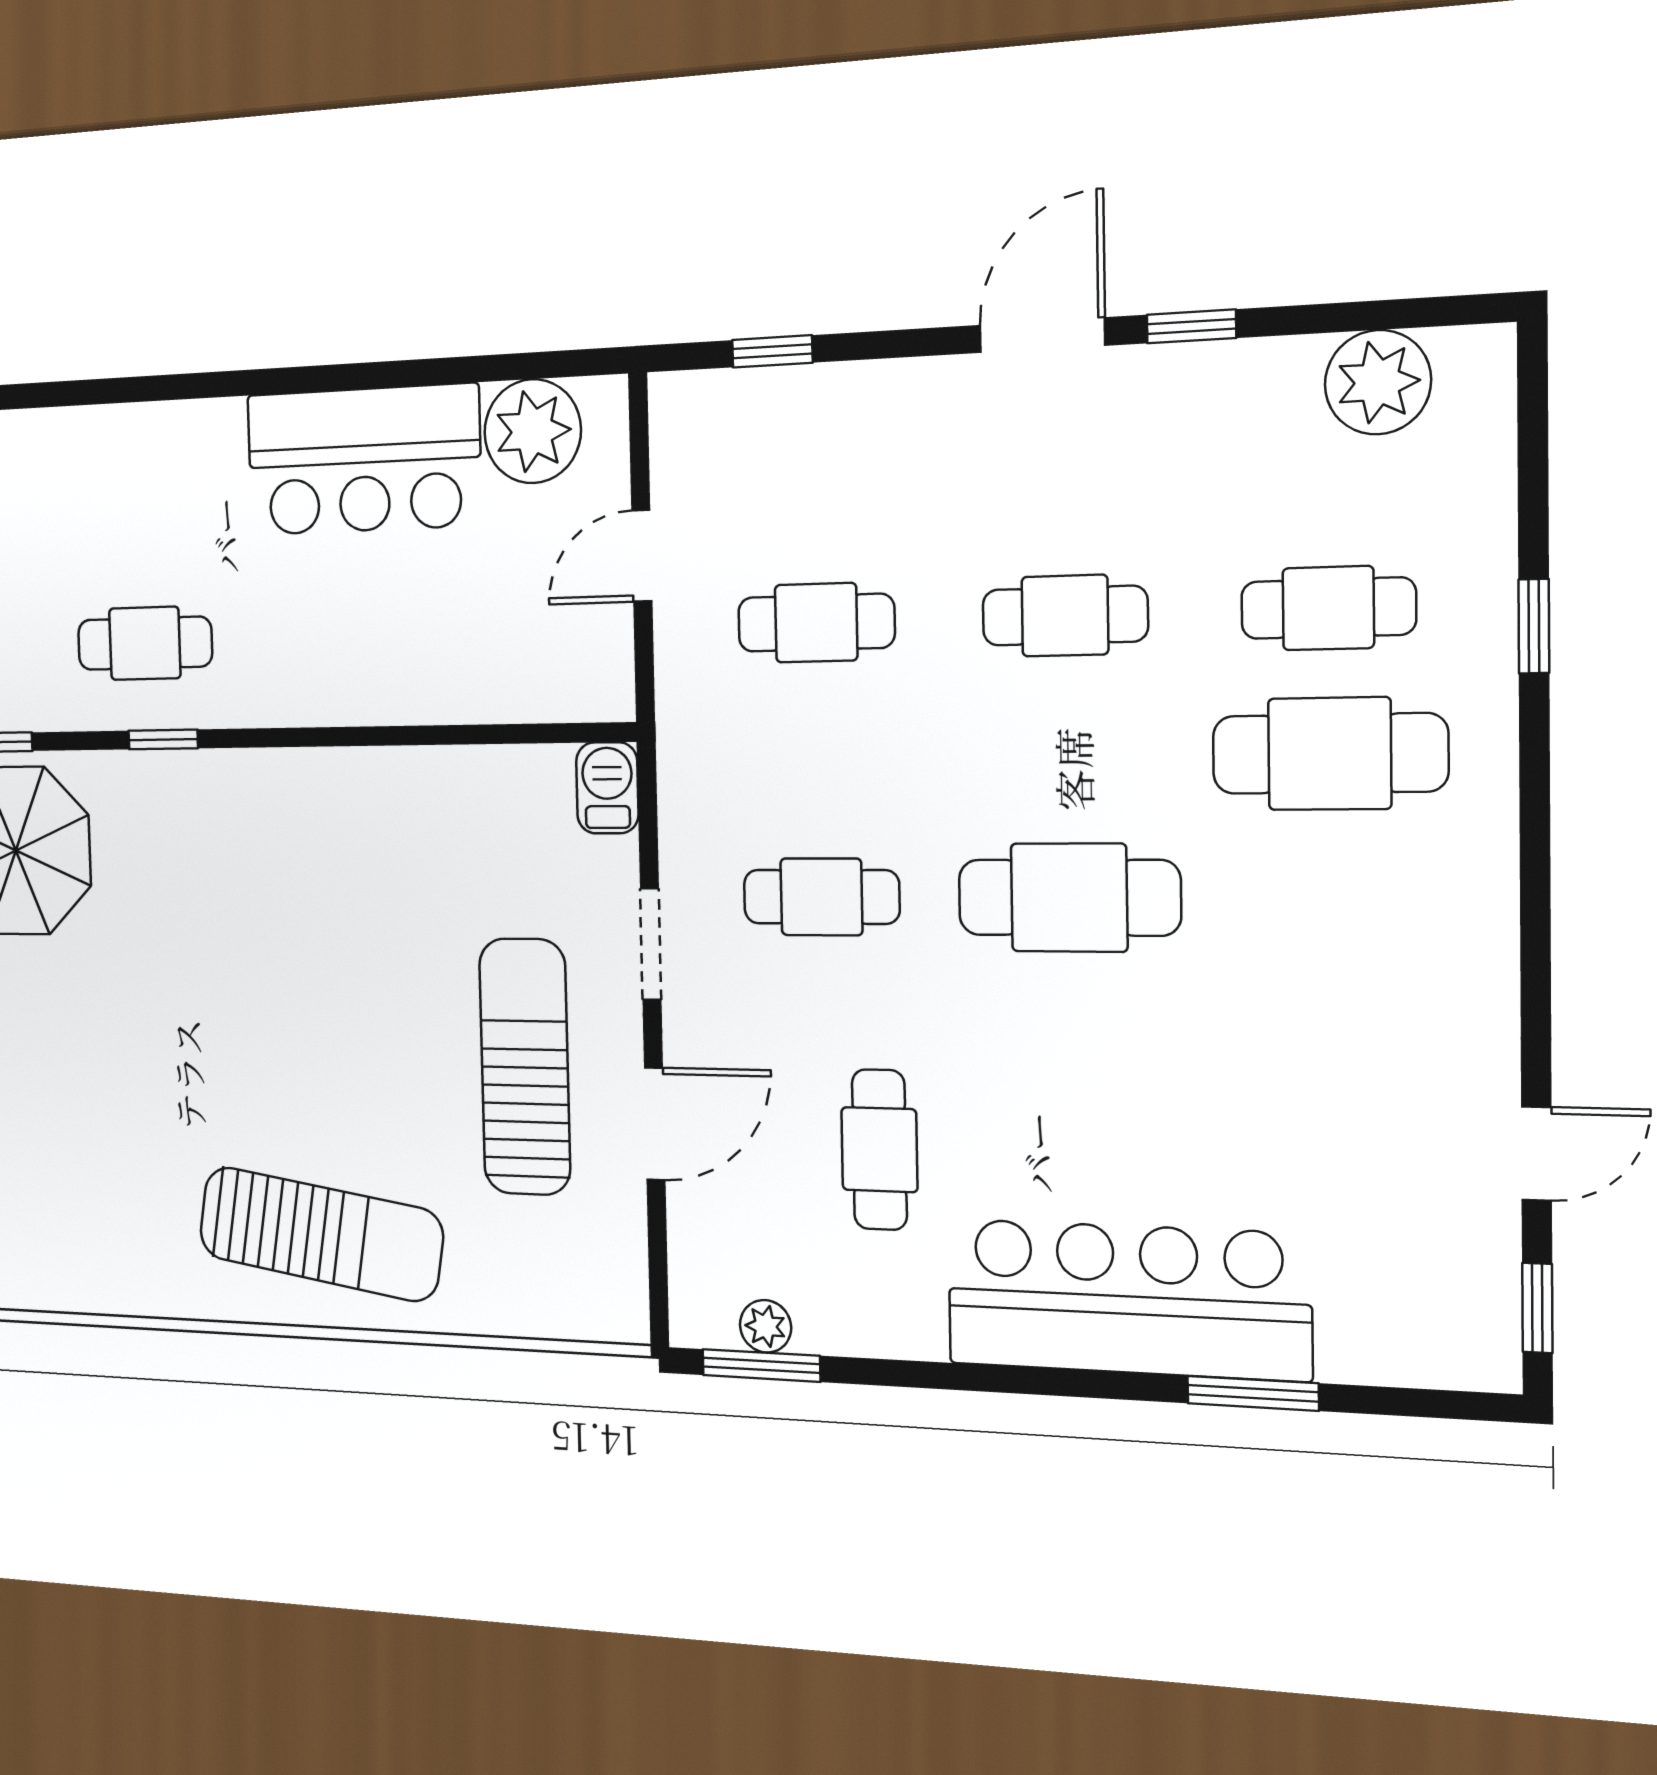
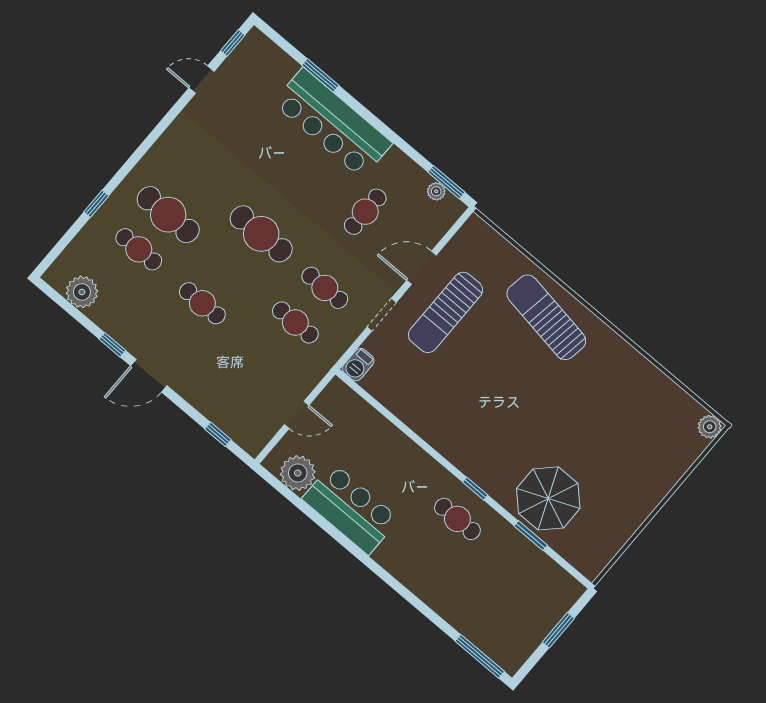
cafe table: (816, 623) -> (295, 323), moved

